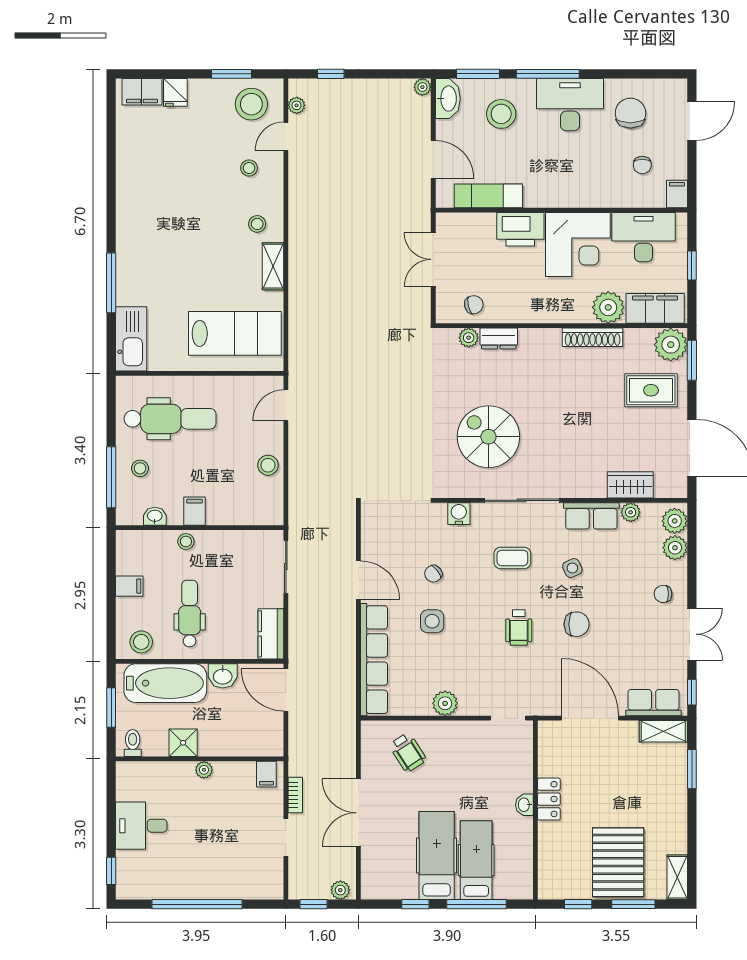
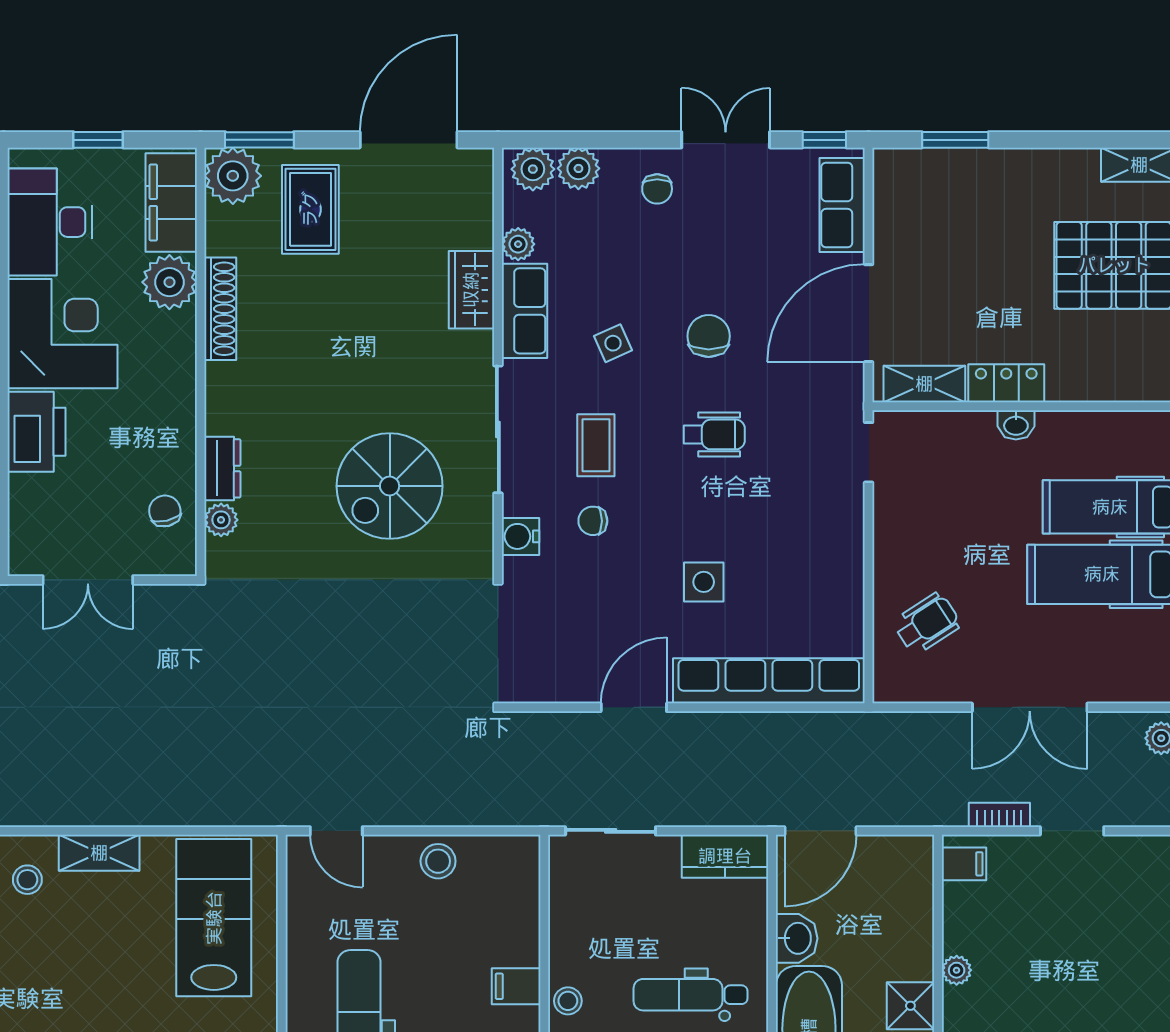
wardrobe: (630, 485) -> (471, 290), moved
chair: (433, 574) -> (593, 521), moved, turned 129
plant: (445, 703) -> (843, 560), removed
shelving: (663, 731) -> (924, 384), moved, turned 90

